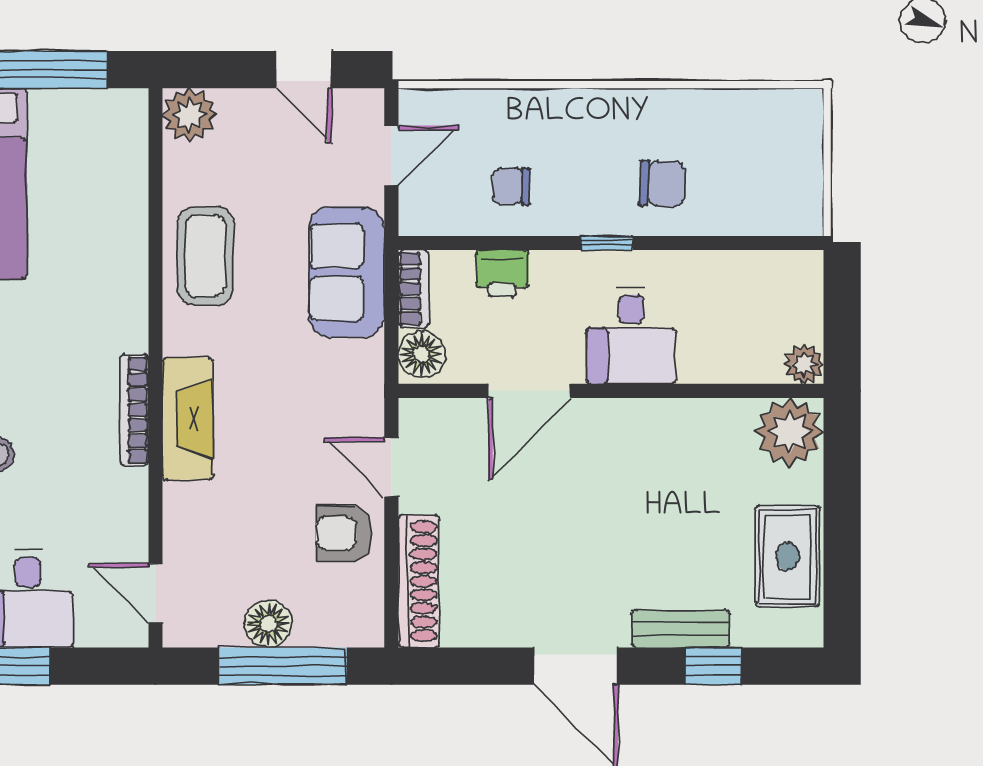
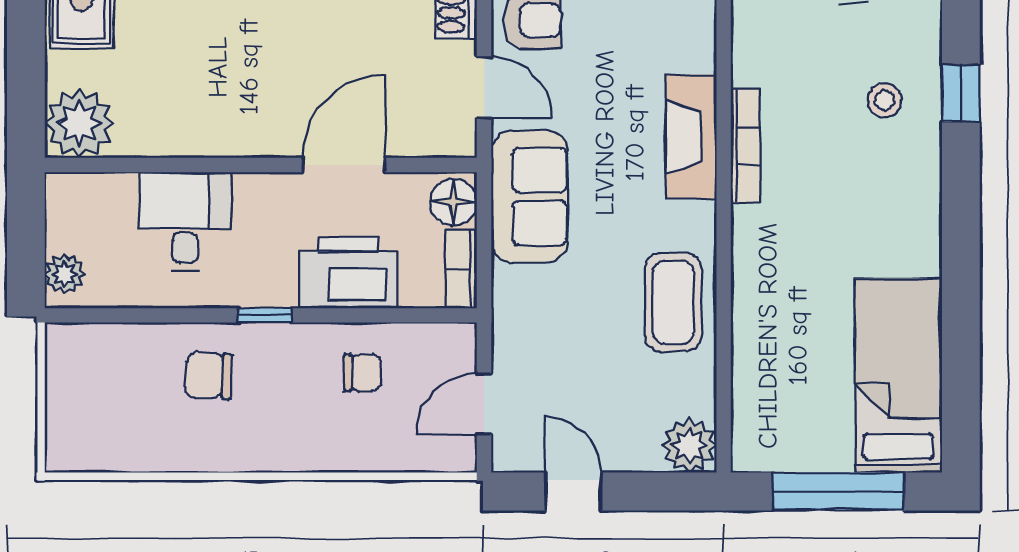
sofa: (347, 272) -> (530, 197), moved
printer: (502, 274) -> (348, 273), width x1.87, depth x1.48
desk: (631, 336) -> (185, 221), moved
plant: (804, 364) -> (65, 274), moved

